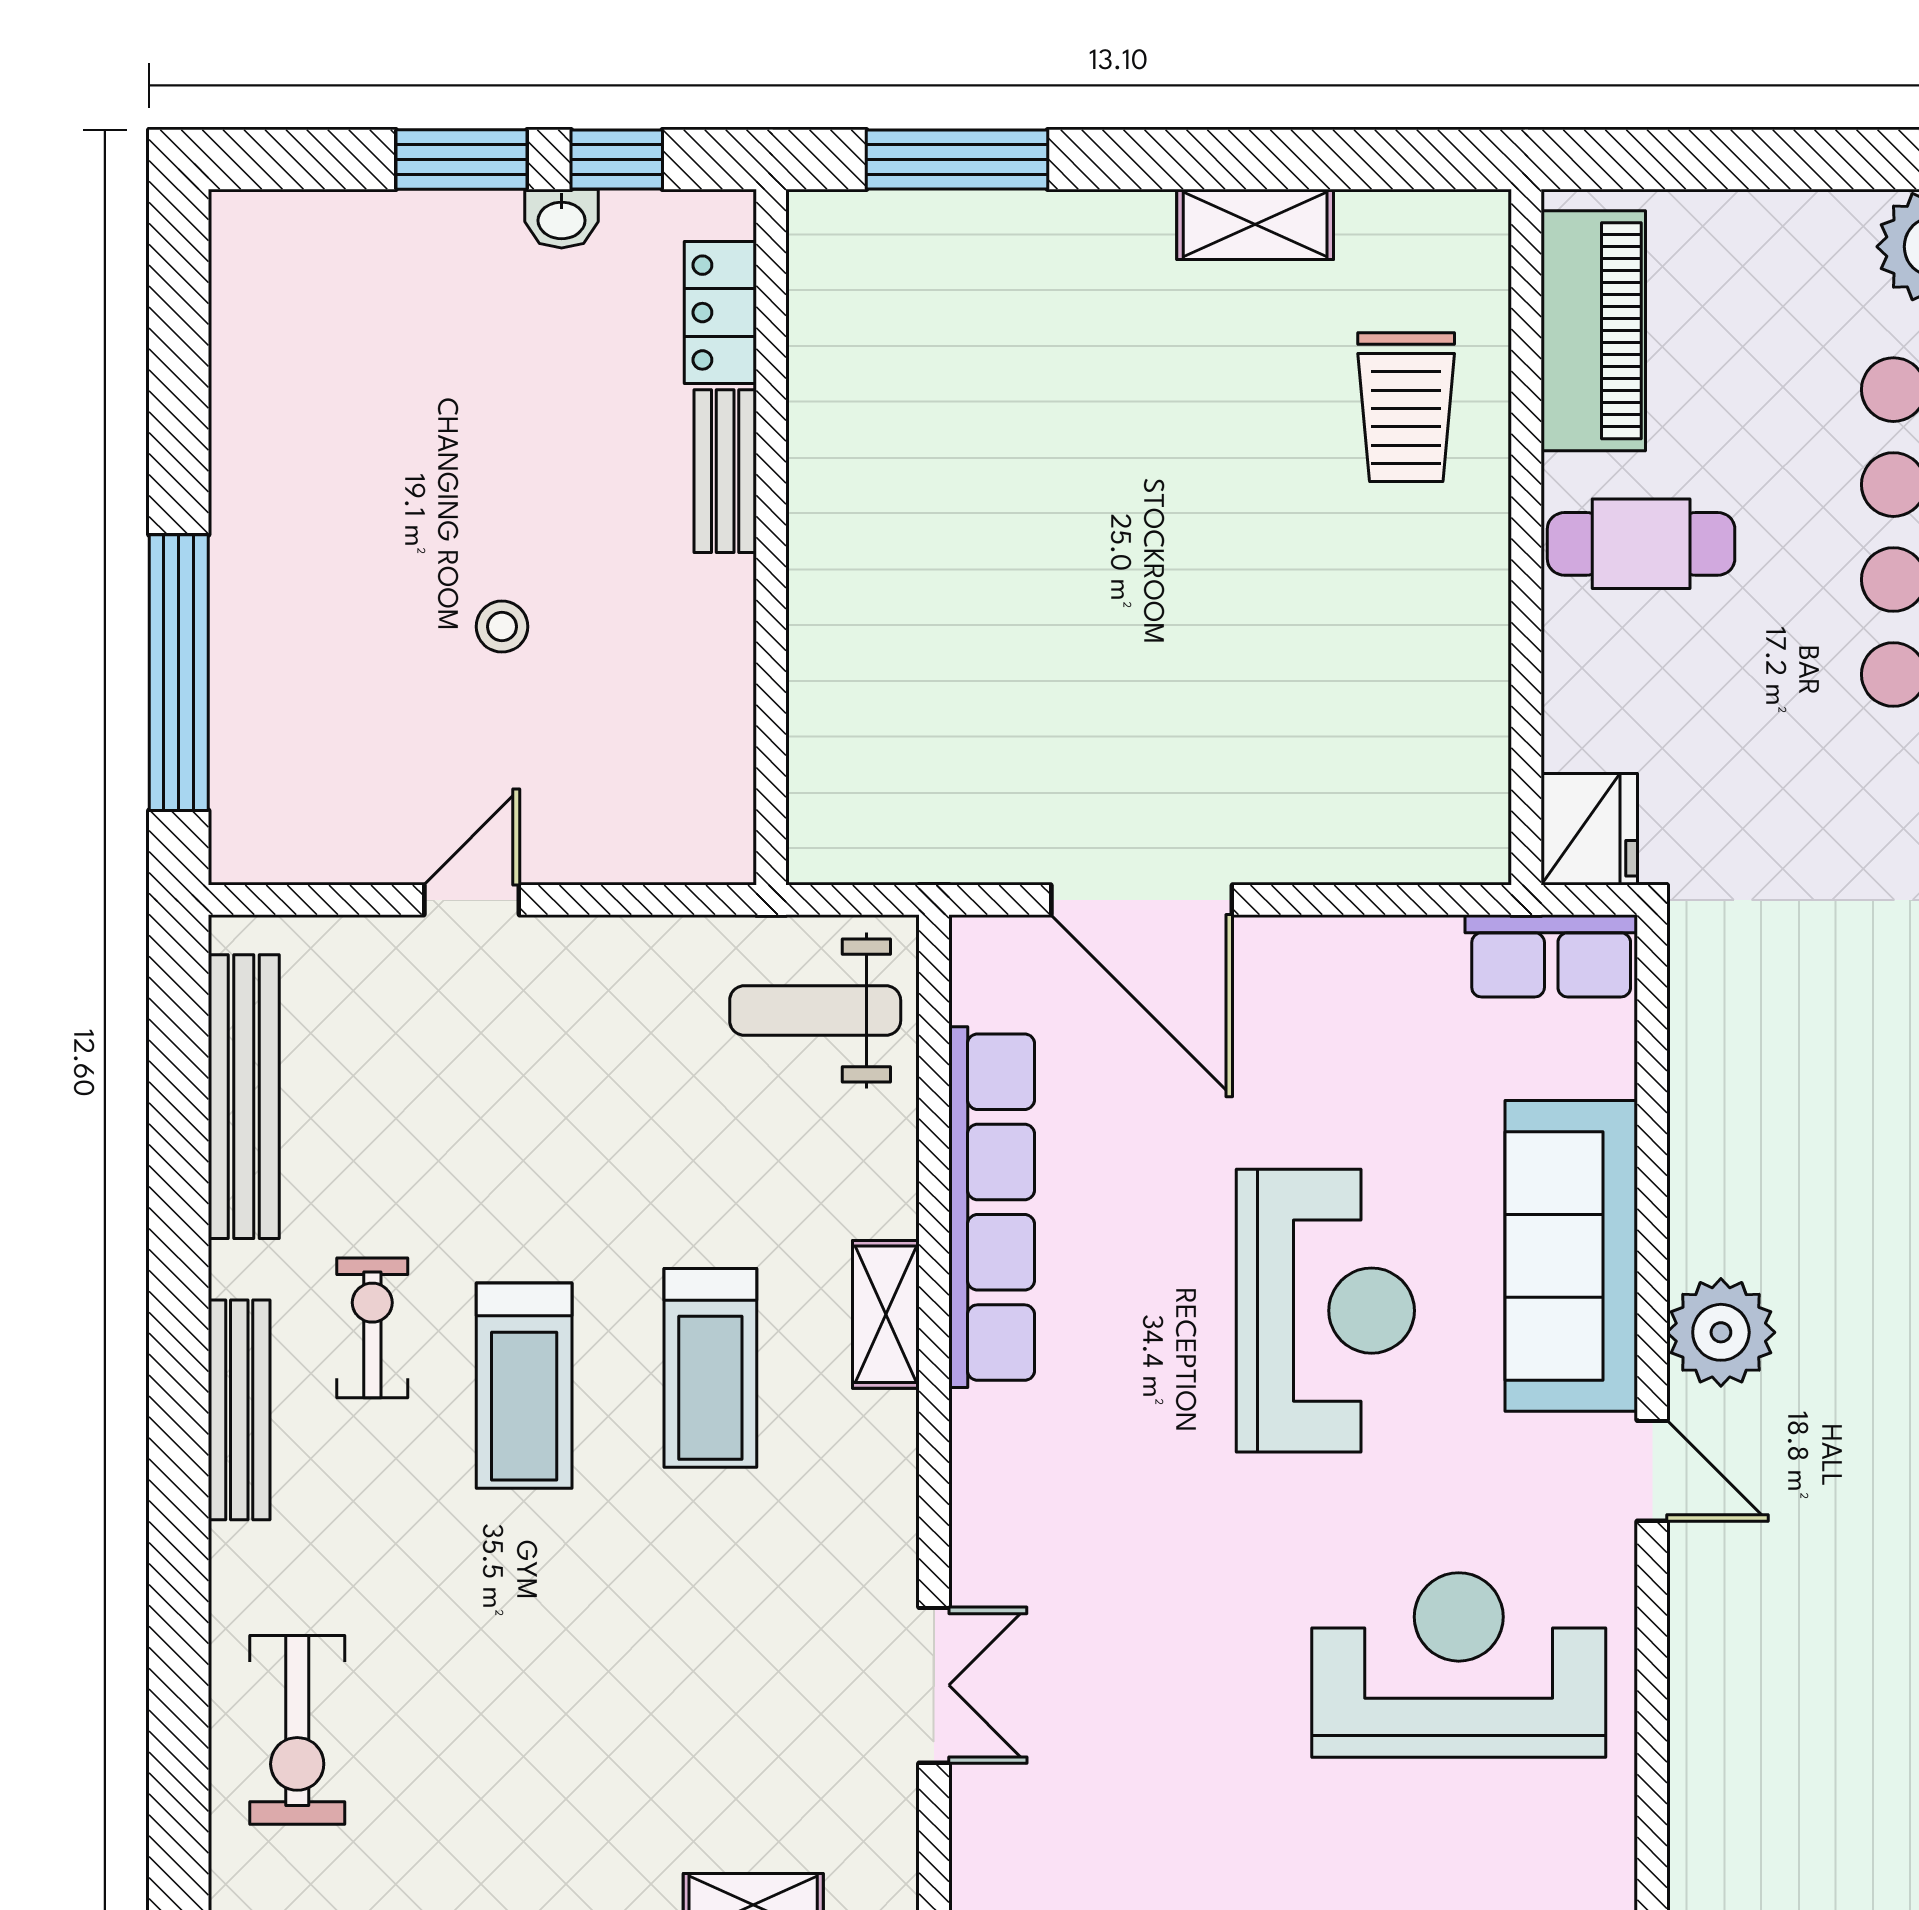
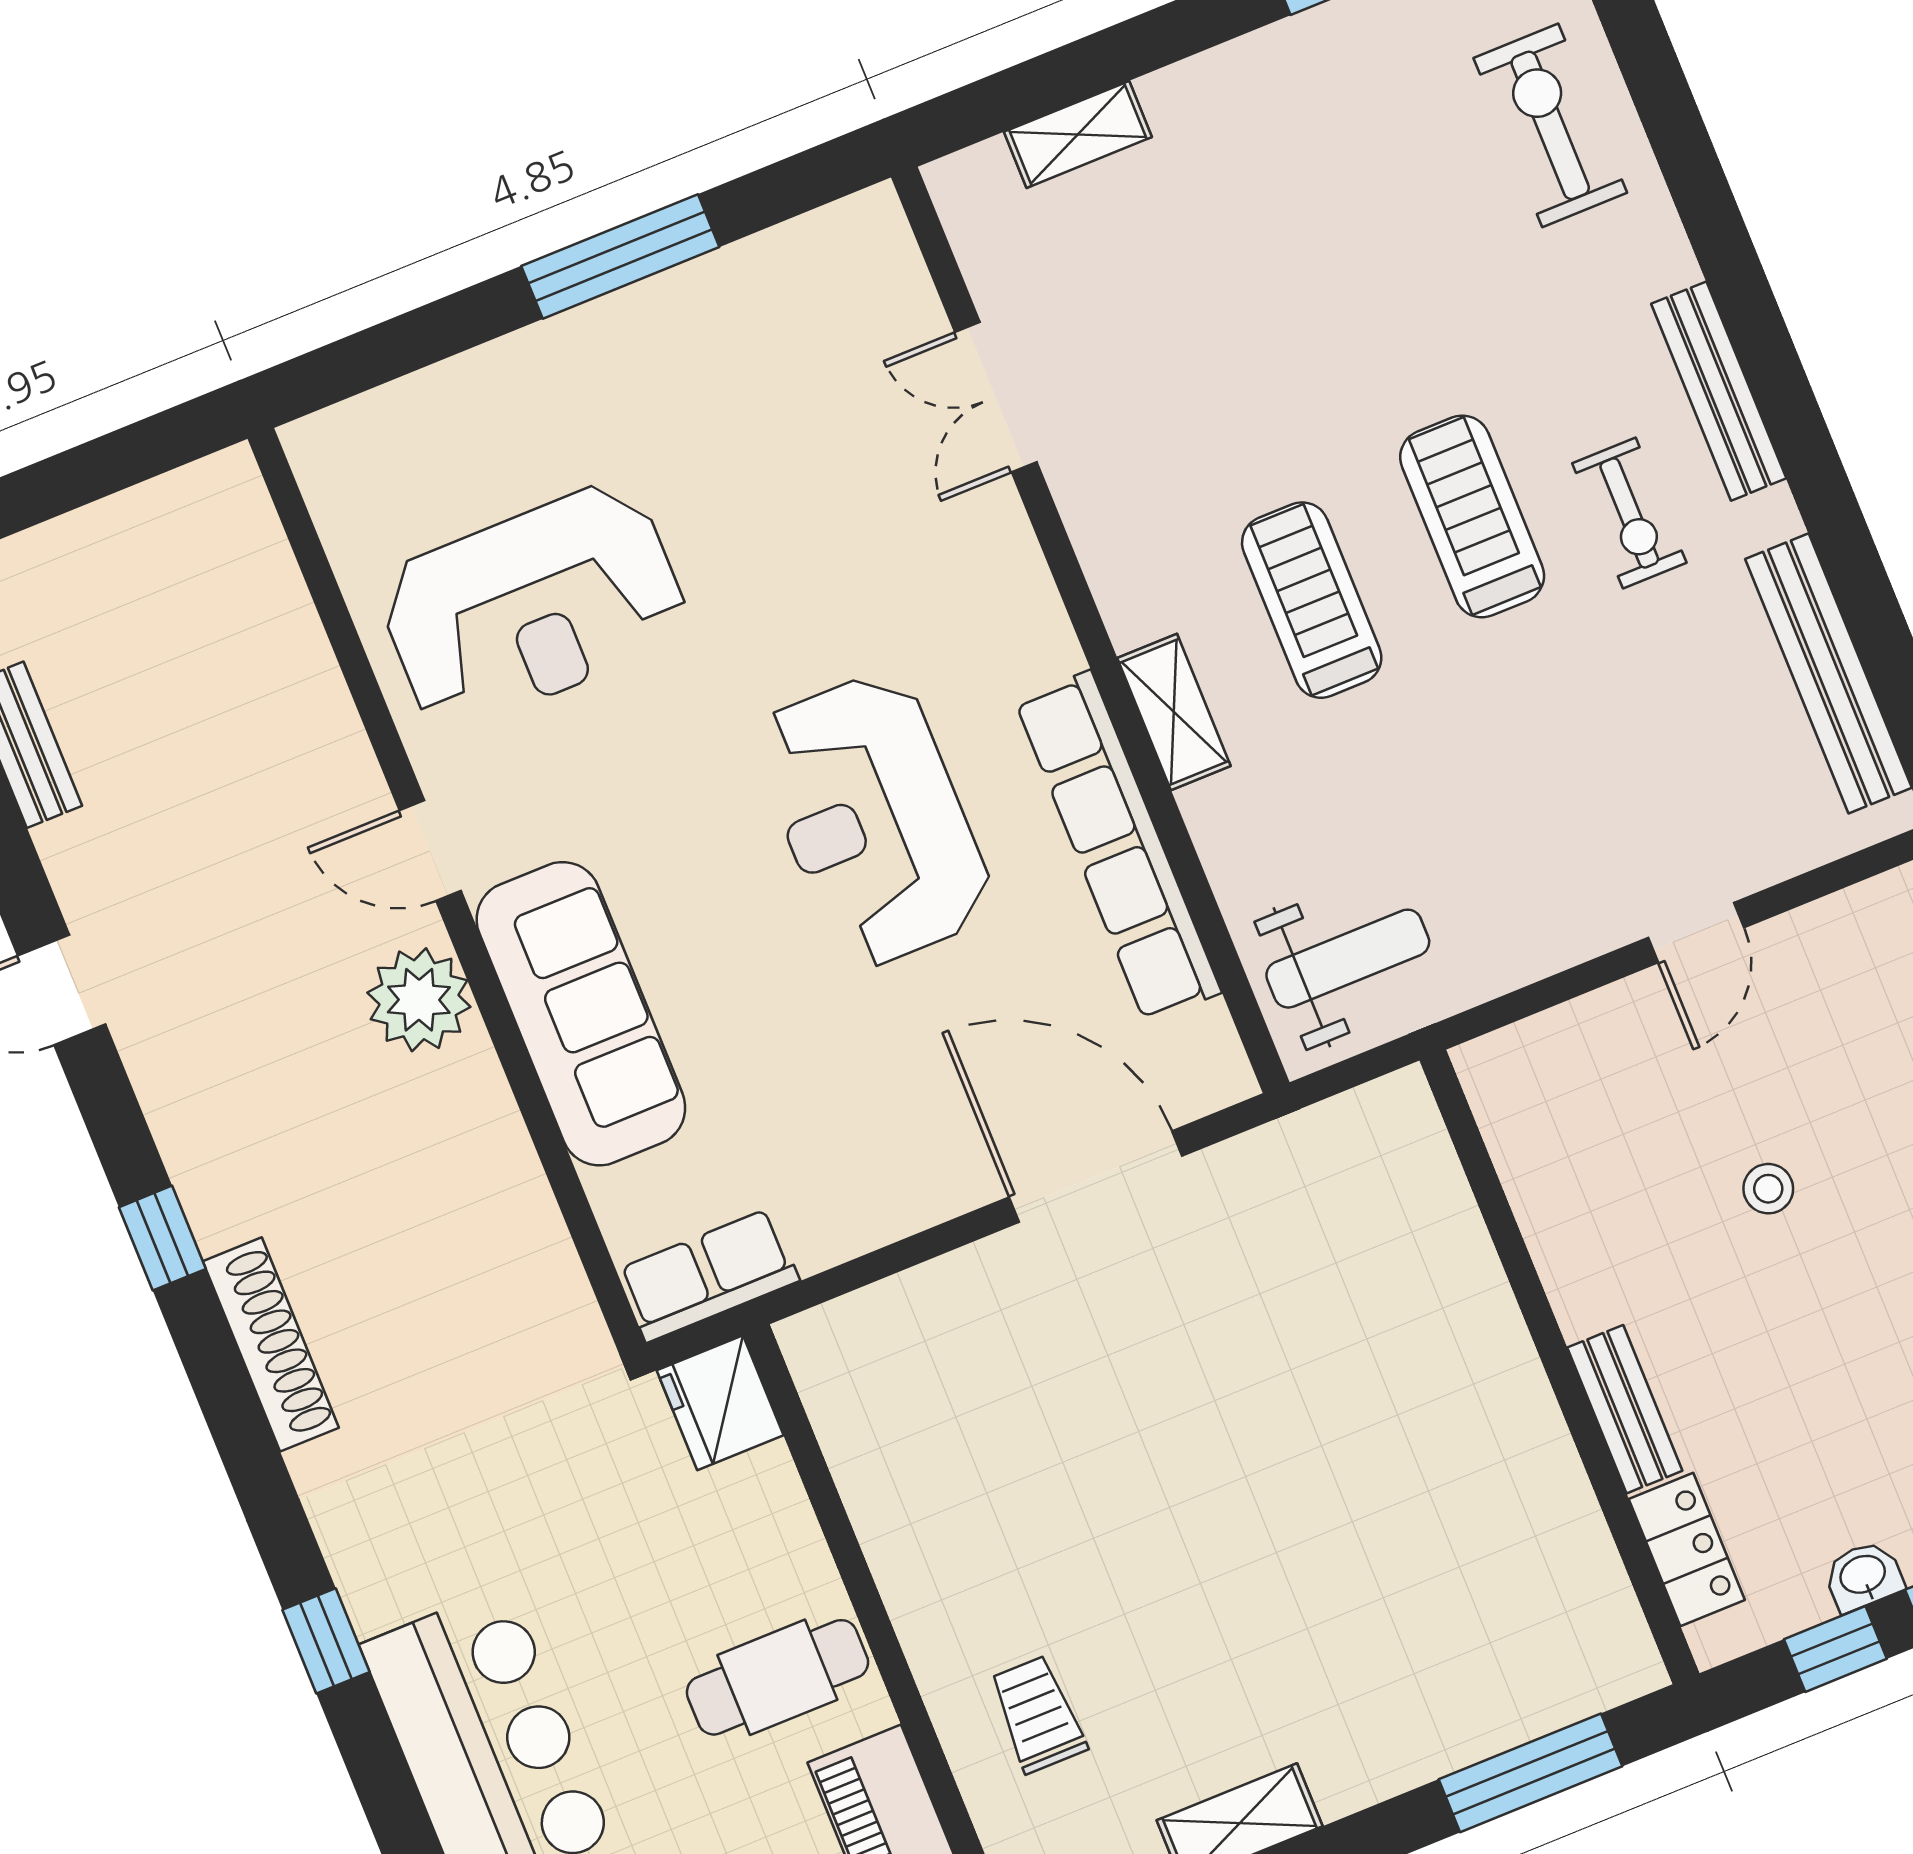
trolley: (1406, 407) -> (1038, 1714), width x0.73, depth x0.72
reception desk: (1325, 1311) -> (873, 820), moved

